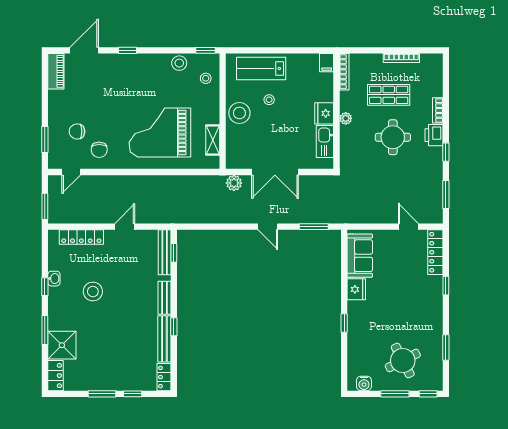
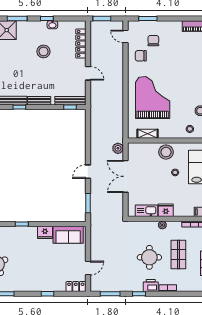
locker: (435, 252) -> (76, 287), width x0.66

